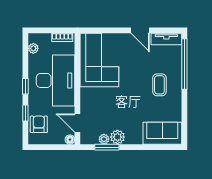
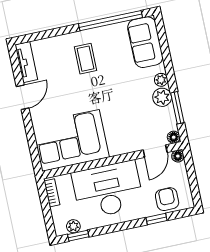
window: (184, 64) -> (110, 21), moved
coffee table: (159, 85) -> (86, 59), turned 90
window: (25, 86) -> (78, 236), moved
armchair: (39, 124) -> (167, 199), turned 90
floor lamp: (85, 139) -> (174, 137), added
plant: (104, 139) -> (161, 80), moved

